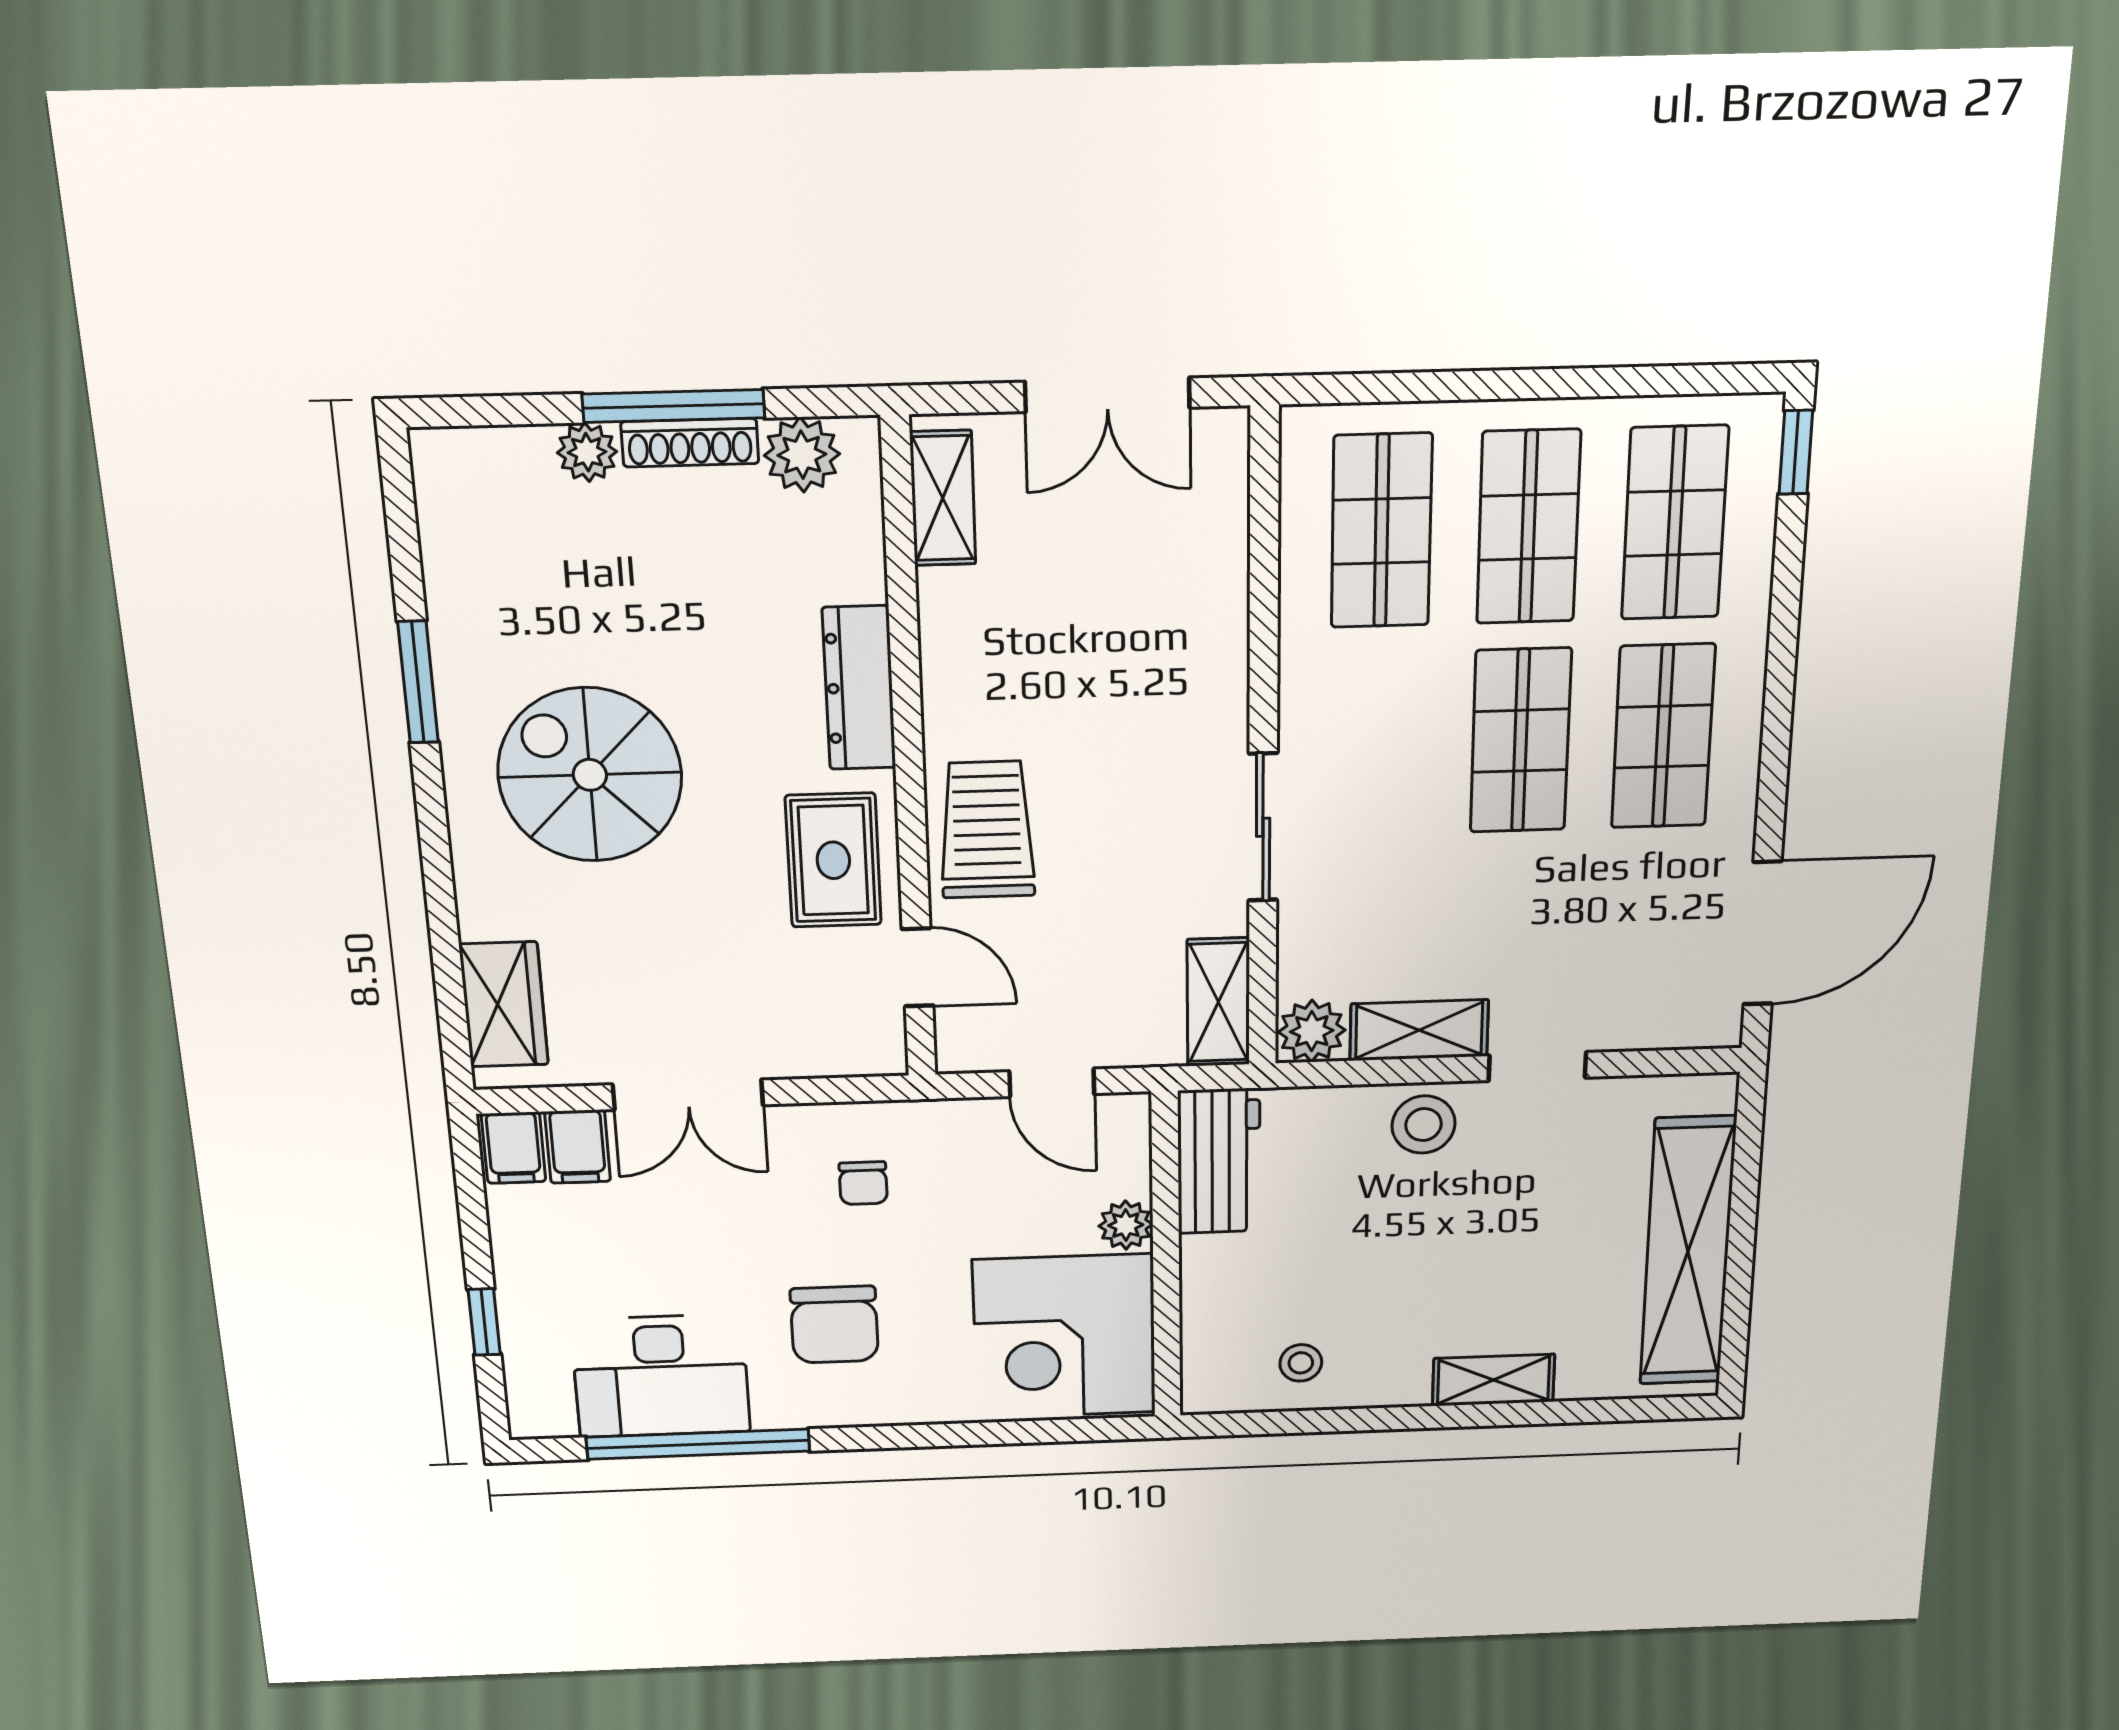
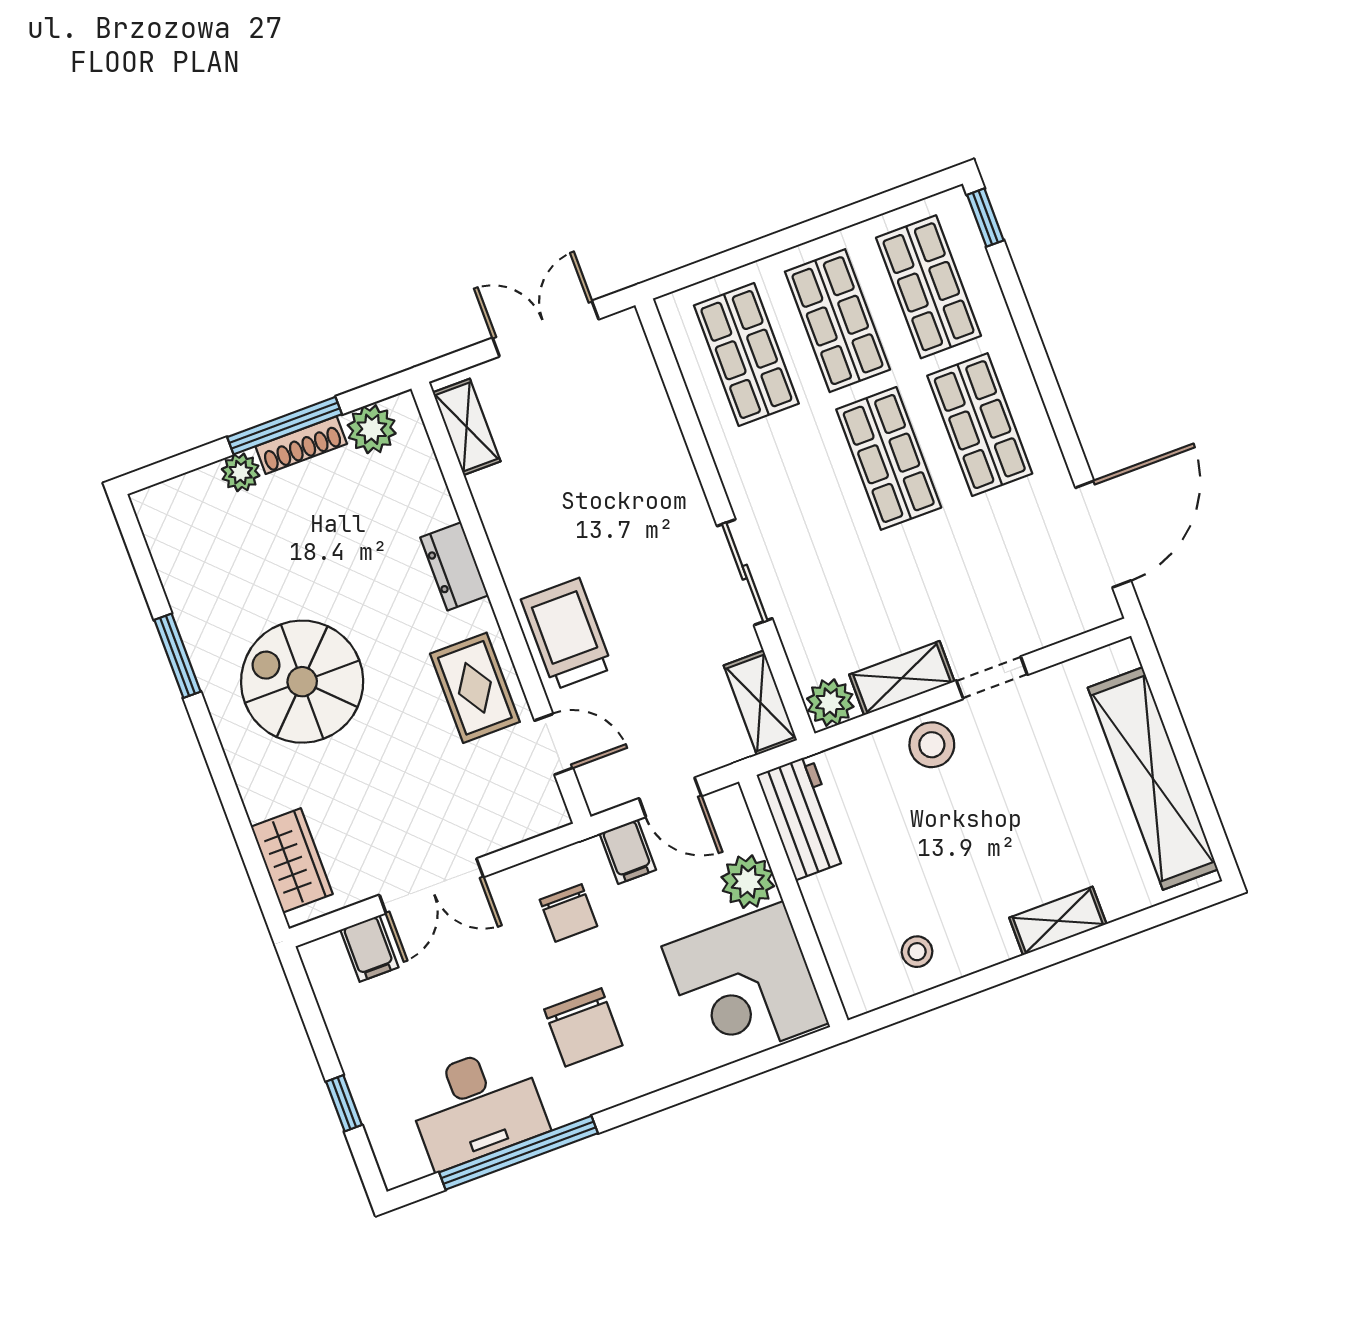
double door: (1107, 395) -> (546, 329), swing flipped
dresser: (859, 688) -> (454, 566), width x0.70
filing cabinet: (514, 1148) -> (628, 852), moved
chair: (863, 1183) -> (568, 913), width x1.37, depth x1.37
plant: (1126, 1225) -> (748, 882), width x1.38, depth x1.38

